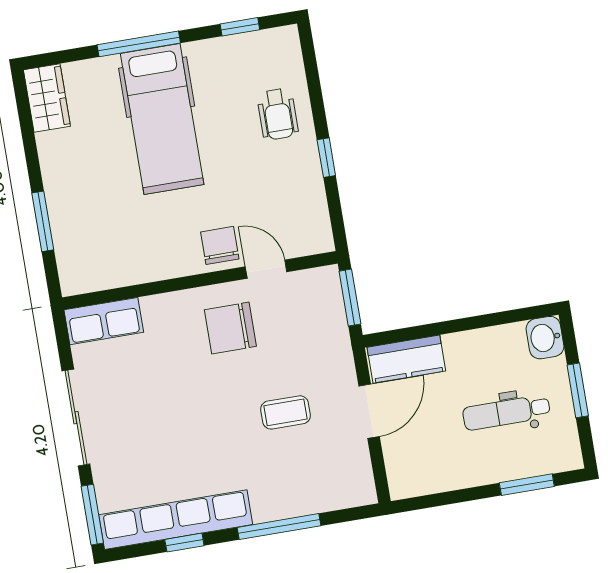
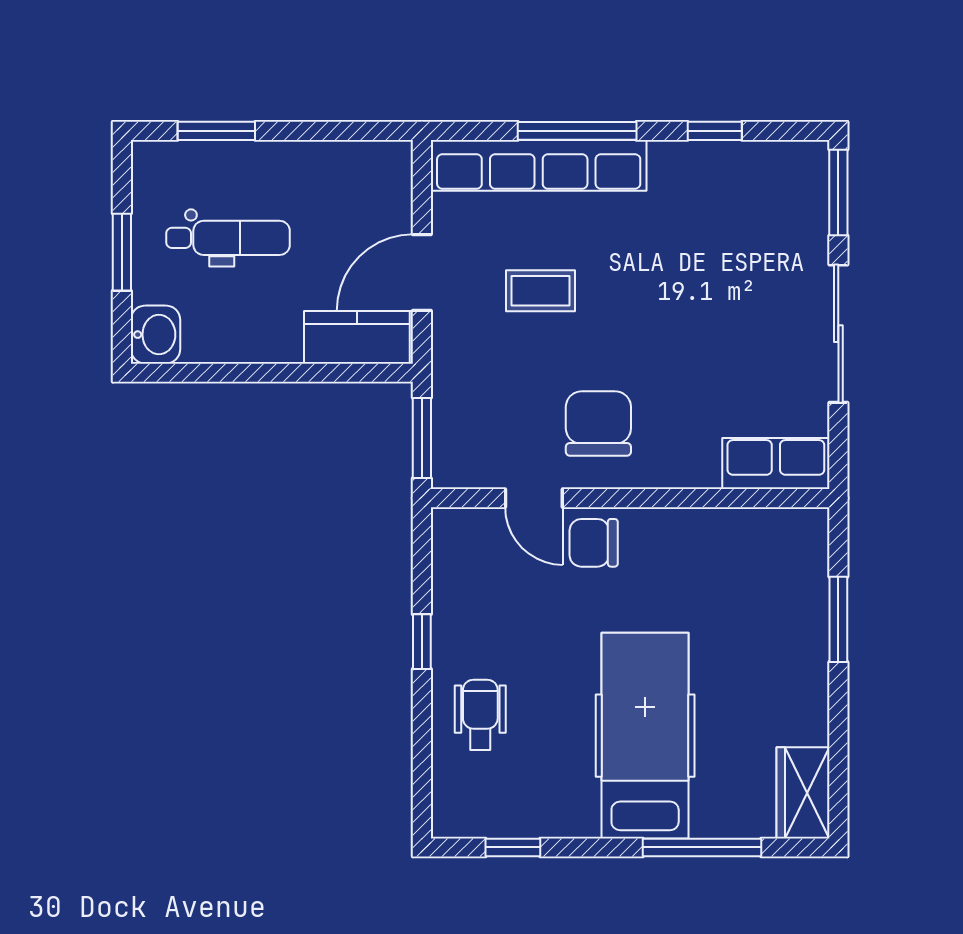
window: (139, 44) -> (702, 847), moved
chair: (220, 245) -> (594, 543), turned 90
chair: (230, 328) -> (598, 423), turned -90
row of seats: (176, 520) -> (539, 165), moved

